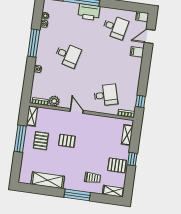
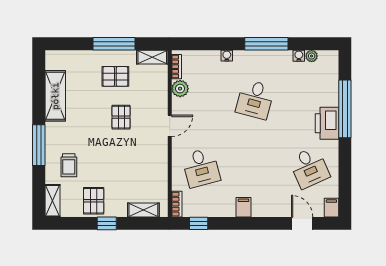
desk: (115, 27) -> (309, 168), turned -36
filing cabinet: (137, 52) -> (244, 207), moved

